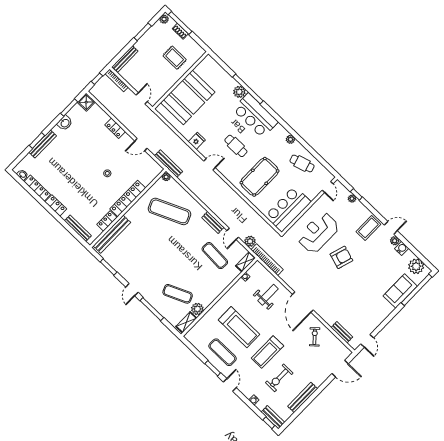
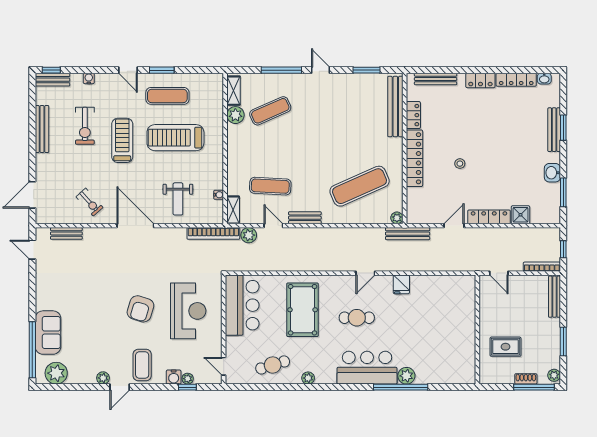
booth: (188, 97) -> (453, 319), removed
shower: (86, 102) -> (520, 215), moved
locker: (115, 128) -> (489, 217), width x1.53
water cooler: (402, 248) -> (174, 377), moved
exercise bike: (279, 378) -> (85, 126), turned 180

